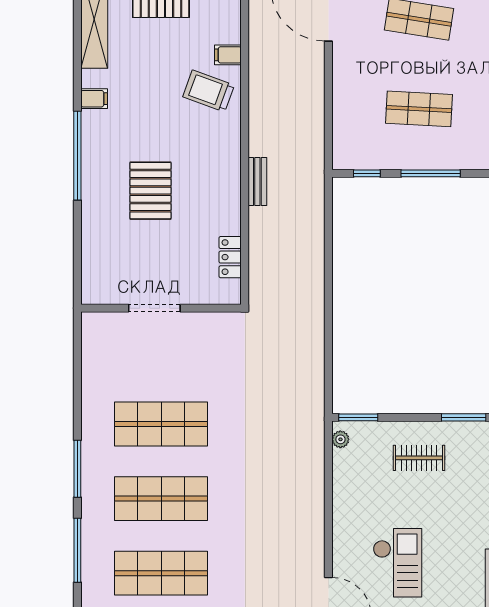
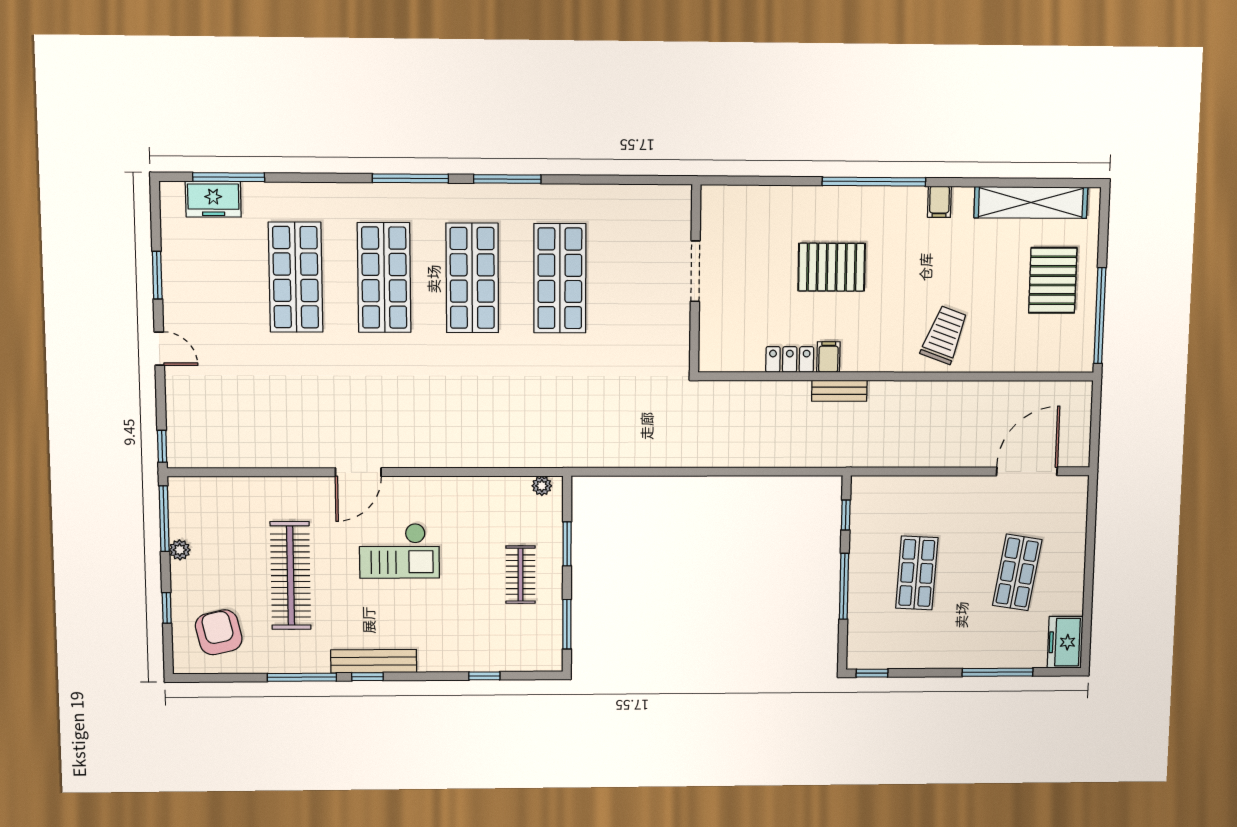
filing cabinet: (228, 55) -> (828, 357), moved
locker: (230, 257) -> (790, 359), moved
window: (358, 417) -> (567, 544), moved

